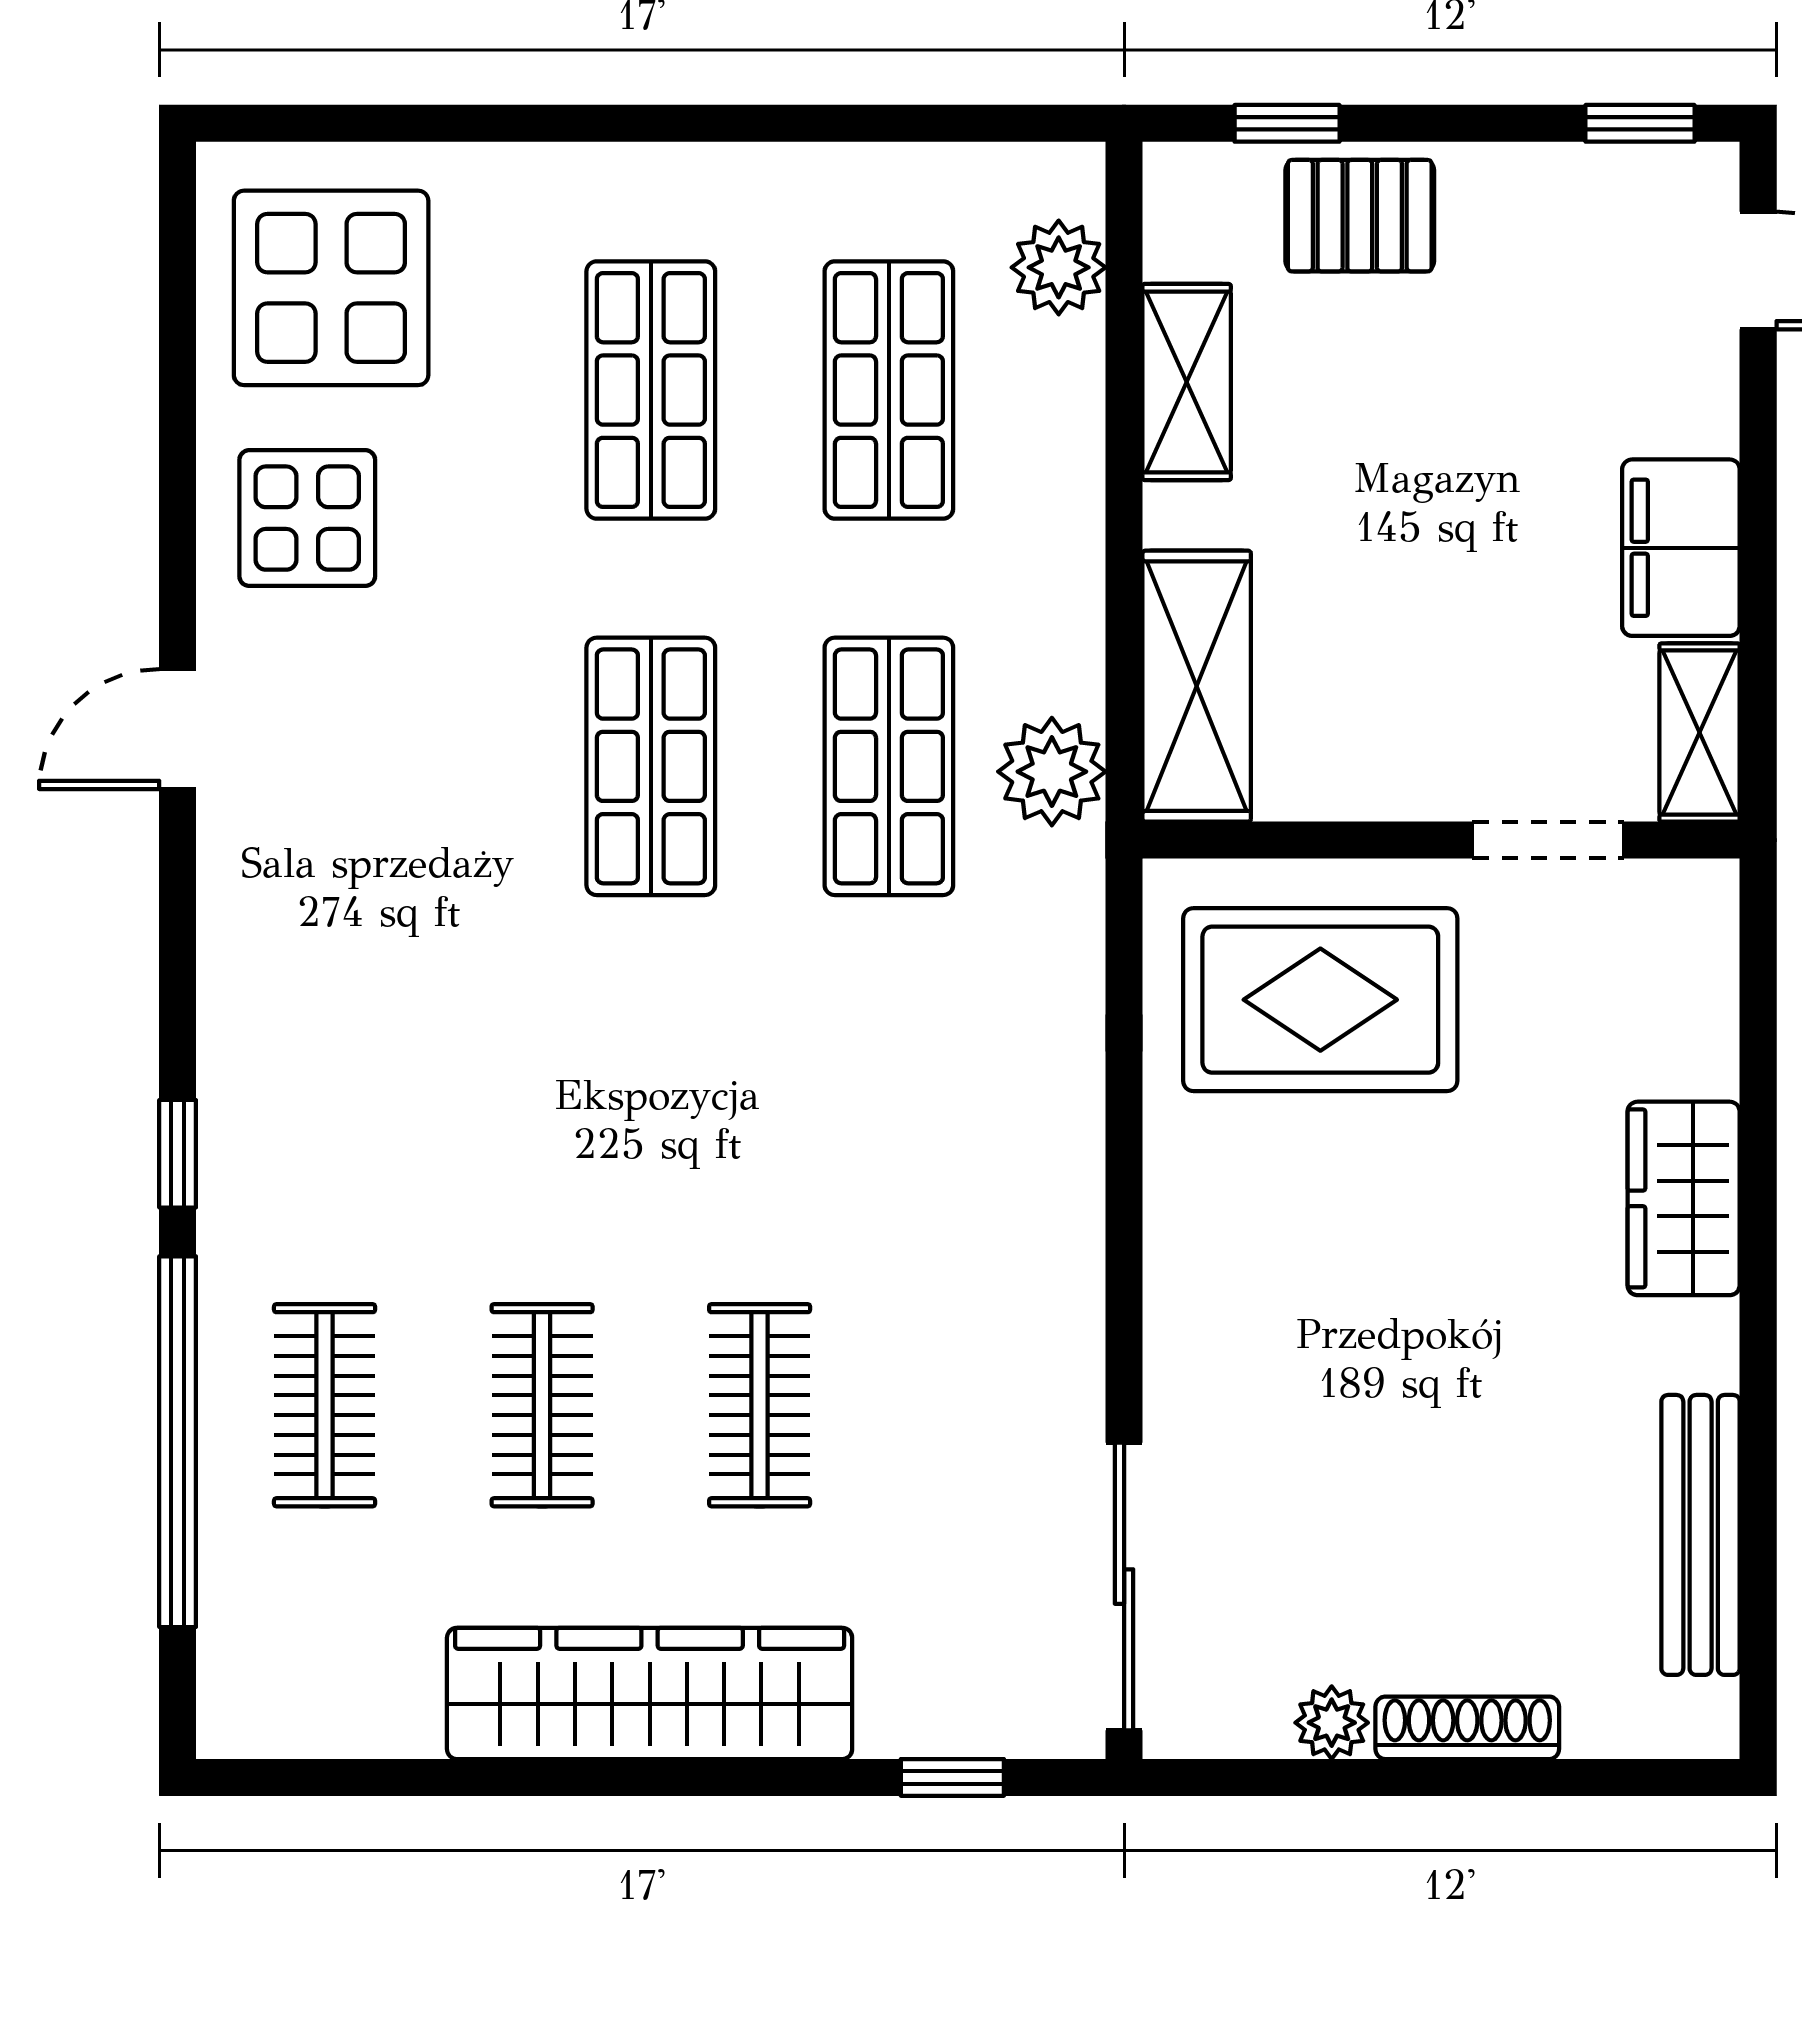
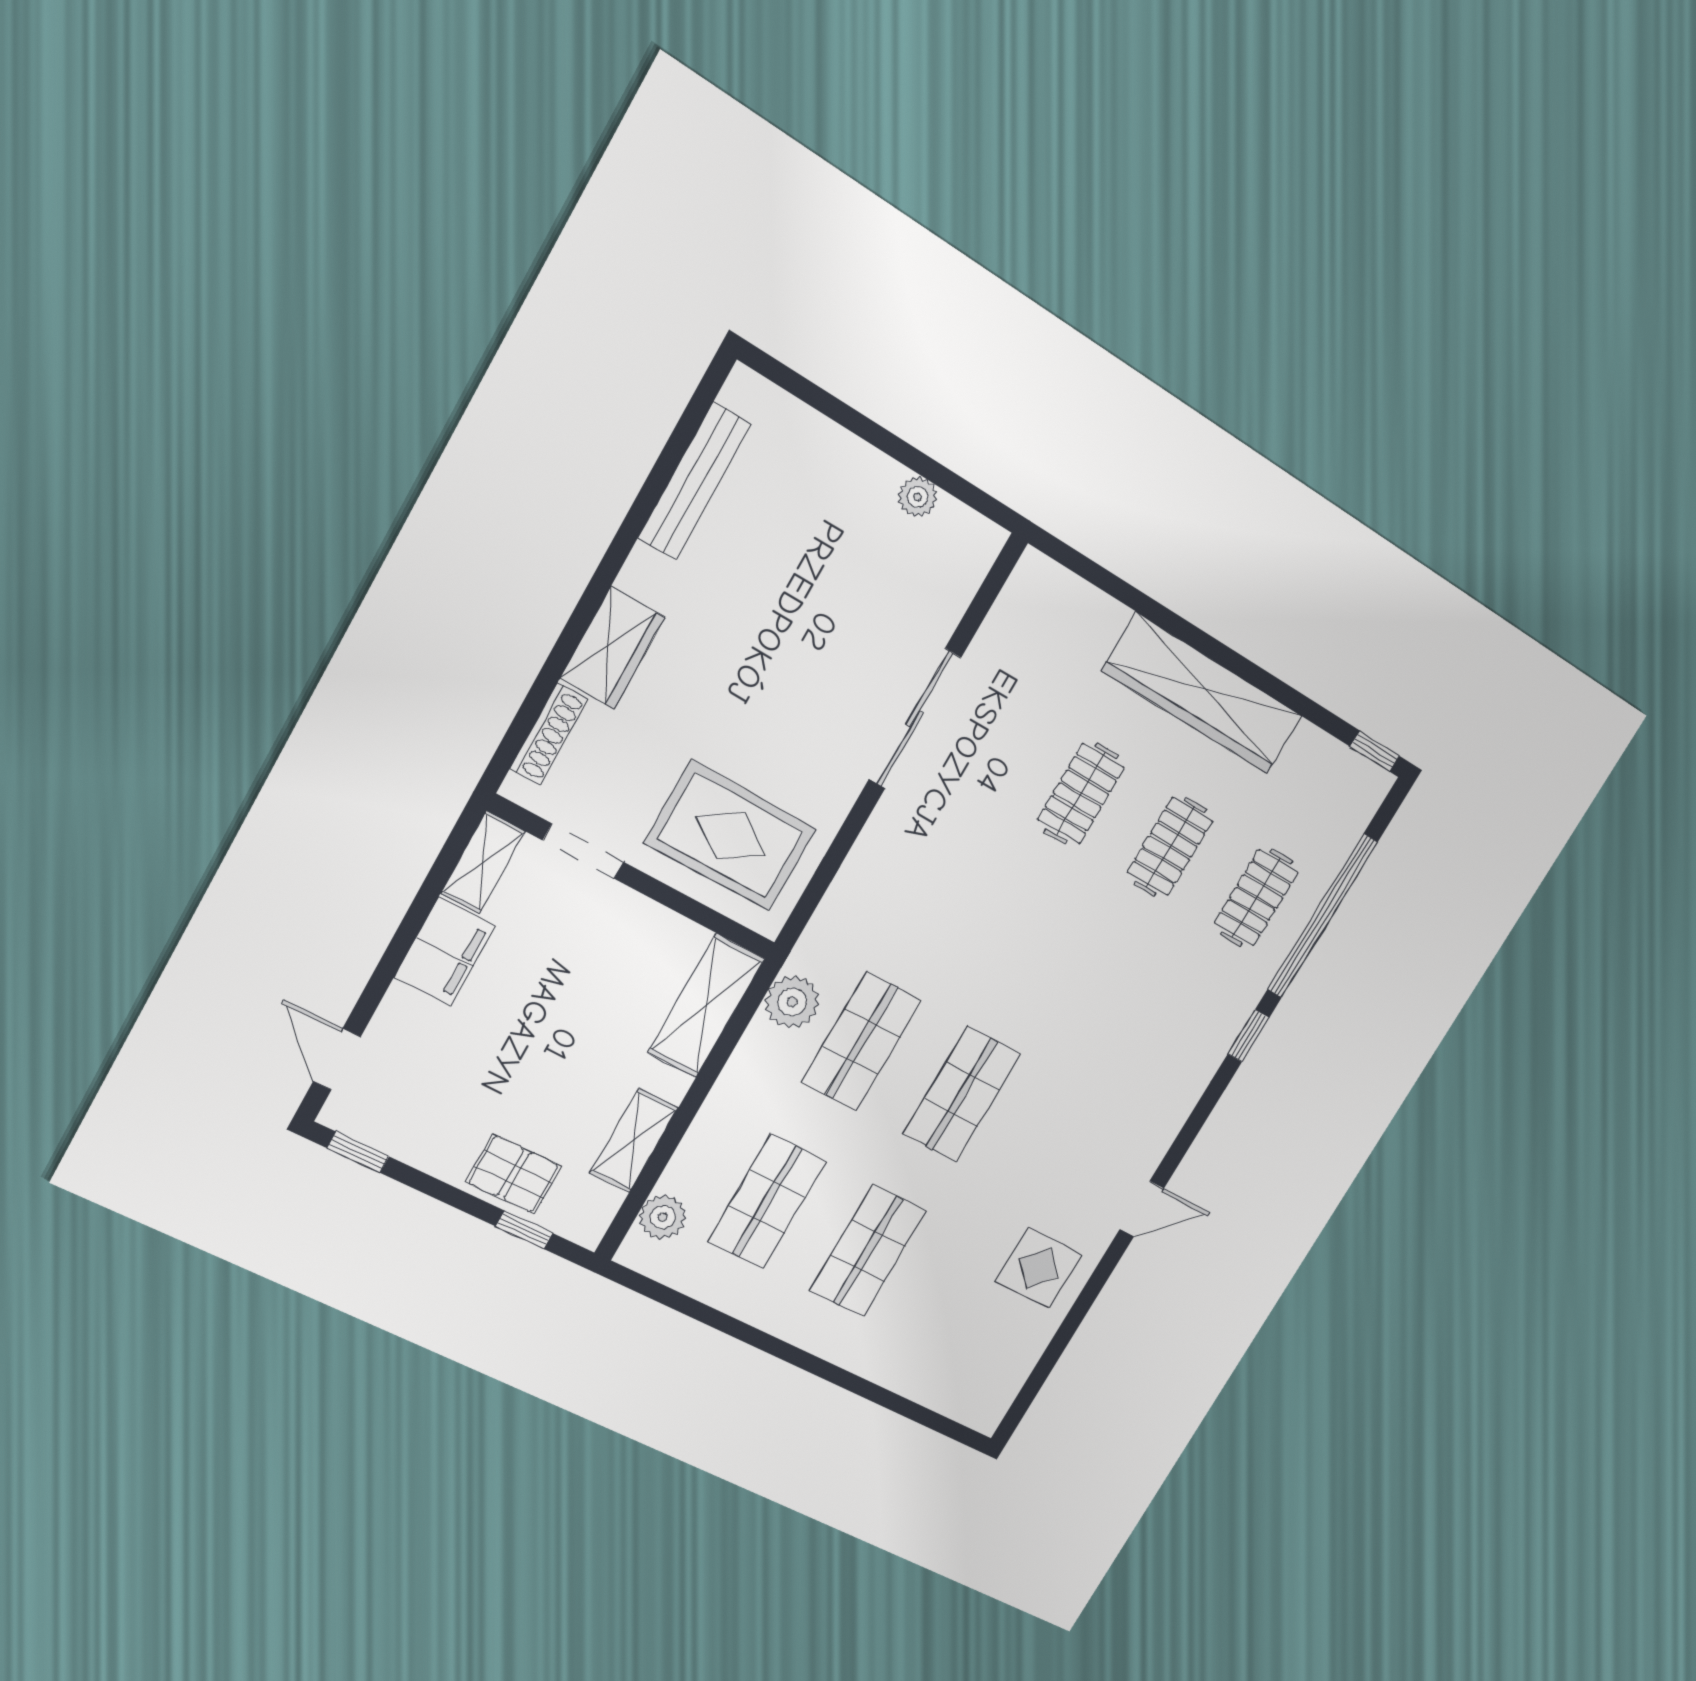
display table: (331, 288) -> (973, 1355), removed
sliding door: (1124, 1587) -> (915, 719), moved
shoe rack: (1467, 1728) -> (549, 734), moved, turned -90
window: (952, 1777) -> (1375, 751), moved

